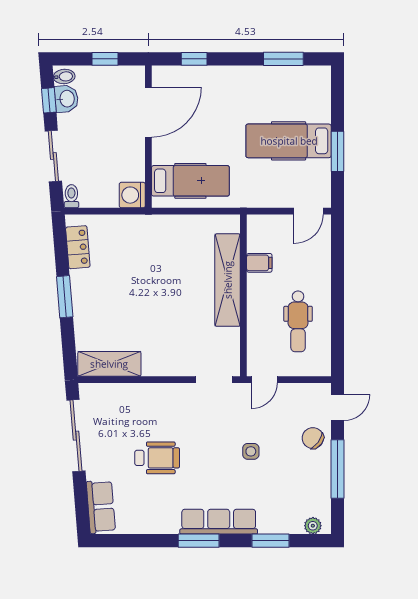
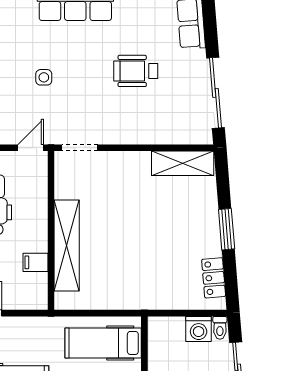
washing machine: (132, 195) -> (199, 329), moved, turned 90

